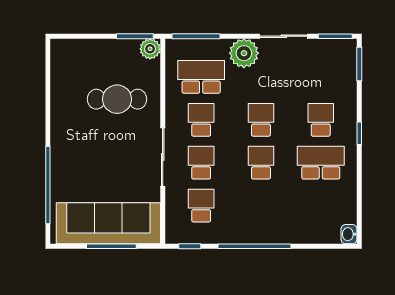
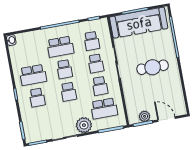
door: (90, 36) -> (167, 119), added
plant: (150, 49) -> (145, 116), moved
cafe table: (117, 99) -> (153, 67), moved
school desk: (261, 206) -> (60, 47), added

